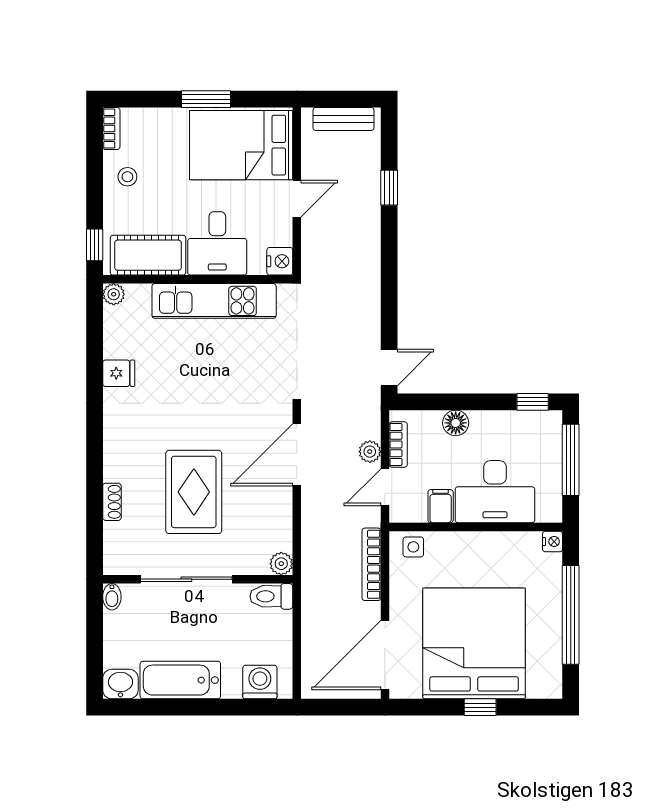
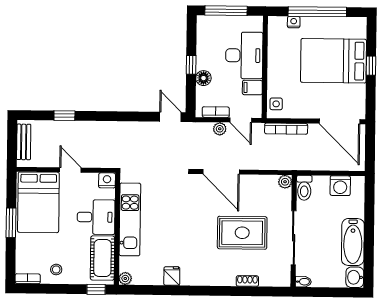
window: (533, 402) -> (191, 65), moved
nightstand: (553, 542) -> (294, 22), moved
bed: (474, 643) -> (334, 61), width x0.73
washing machine: (260, 682) -> (340, 186), moved, turned -90

